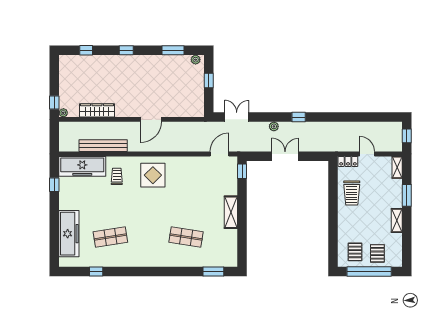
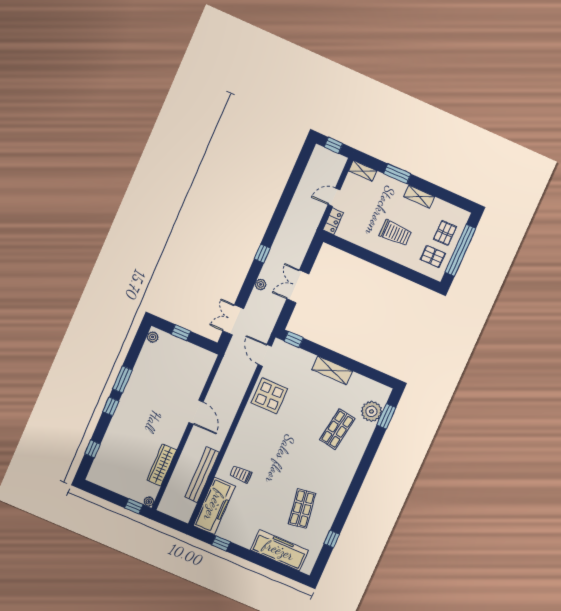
window: (173, 50) -> (122, 379), moved
display table: (153, 175) -> (269, 396), moved
trolley: (352, 193) -> (395, 233), moved
pallet: (377, 253) -> (445, 233), turned 90
plant: (212, 258) -> (371, 411), added

